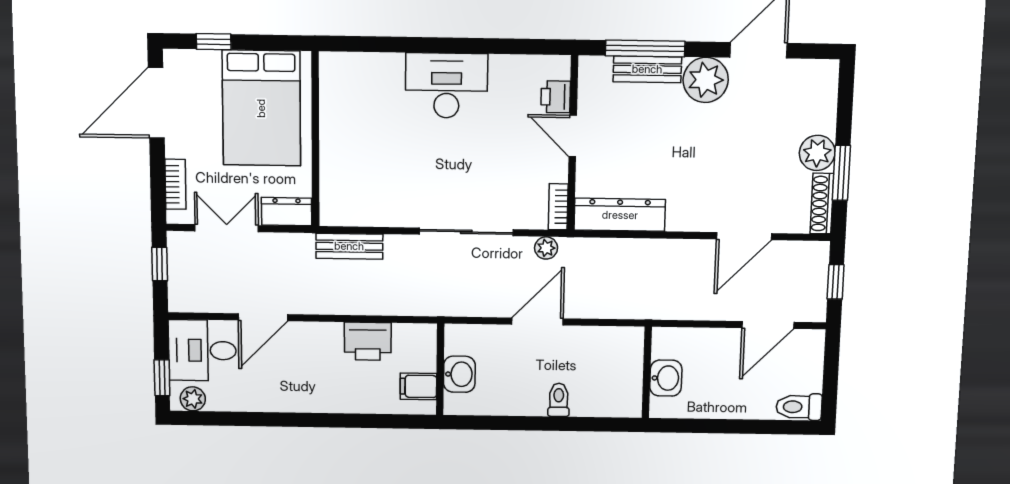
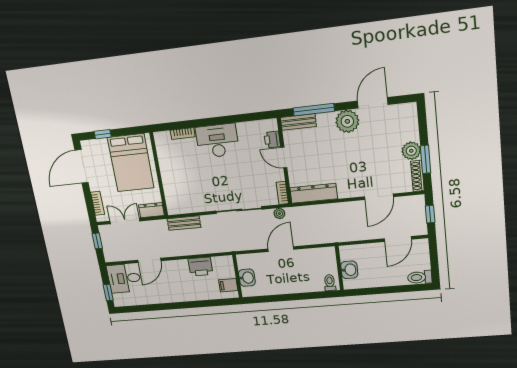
bookcase: (379, 62) -> (183, 134), added
bench: (647, 69) -> (298, 122), moved
plant: (193, 399) -> (124, 301), removed
toilet: (559, 400) -> (330, 283), moved

